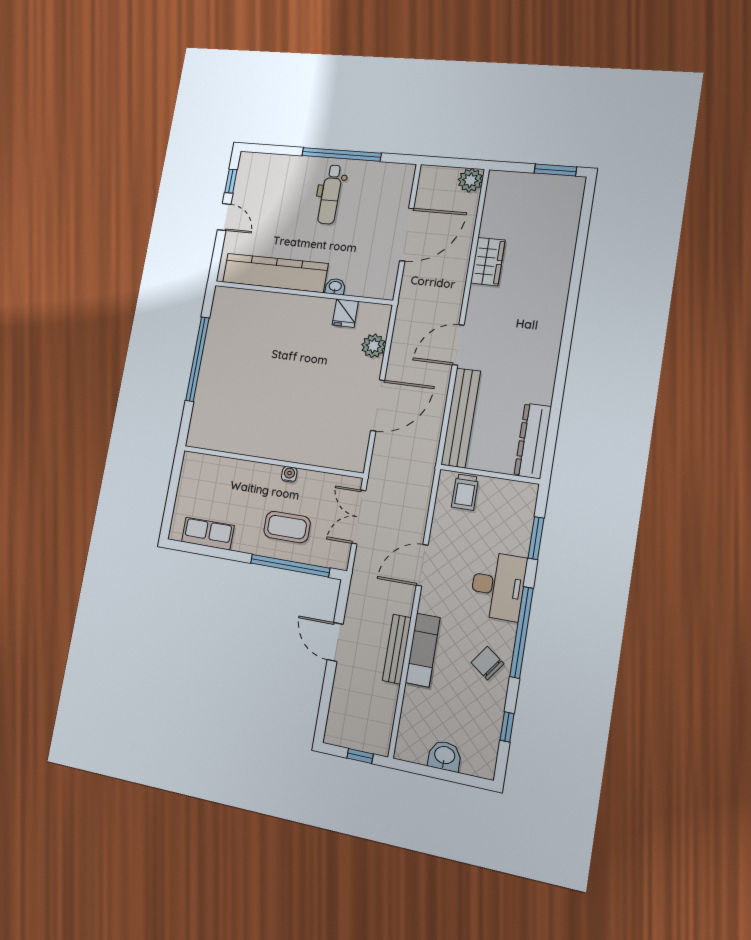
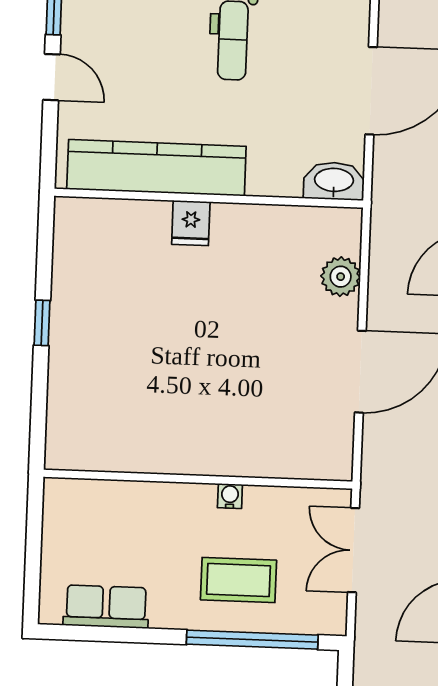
washbasin: (335, 287) -> (334, 181), moved, width x1.91, depth x1.45
fridge: (345, 313) -> (191, 223), moved
window: (197, 359) -> (42, 323), width x0.32

